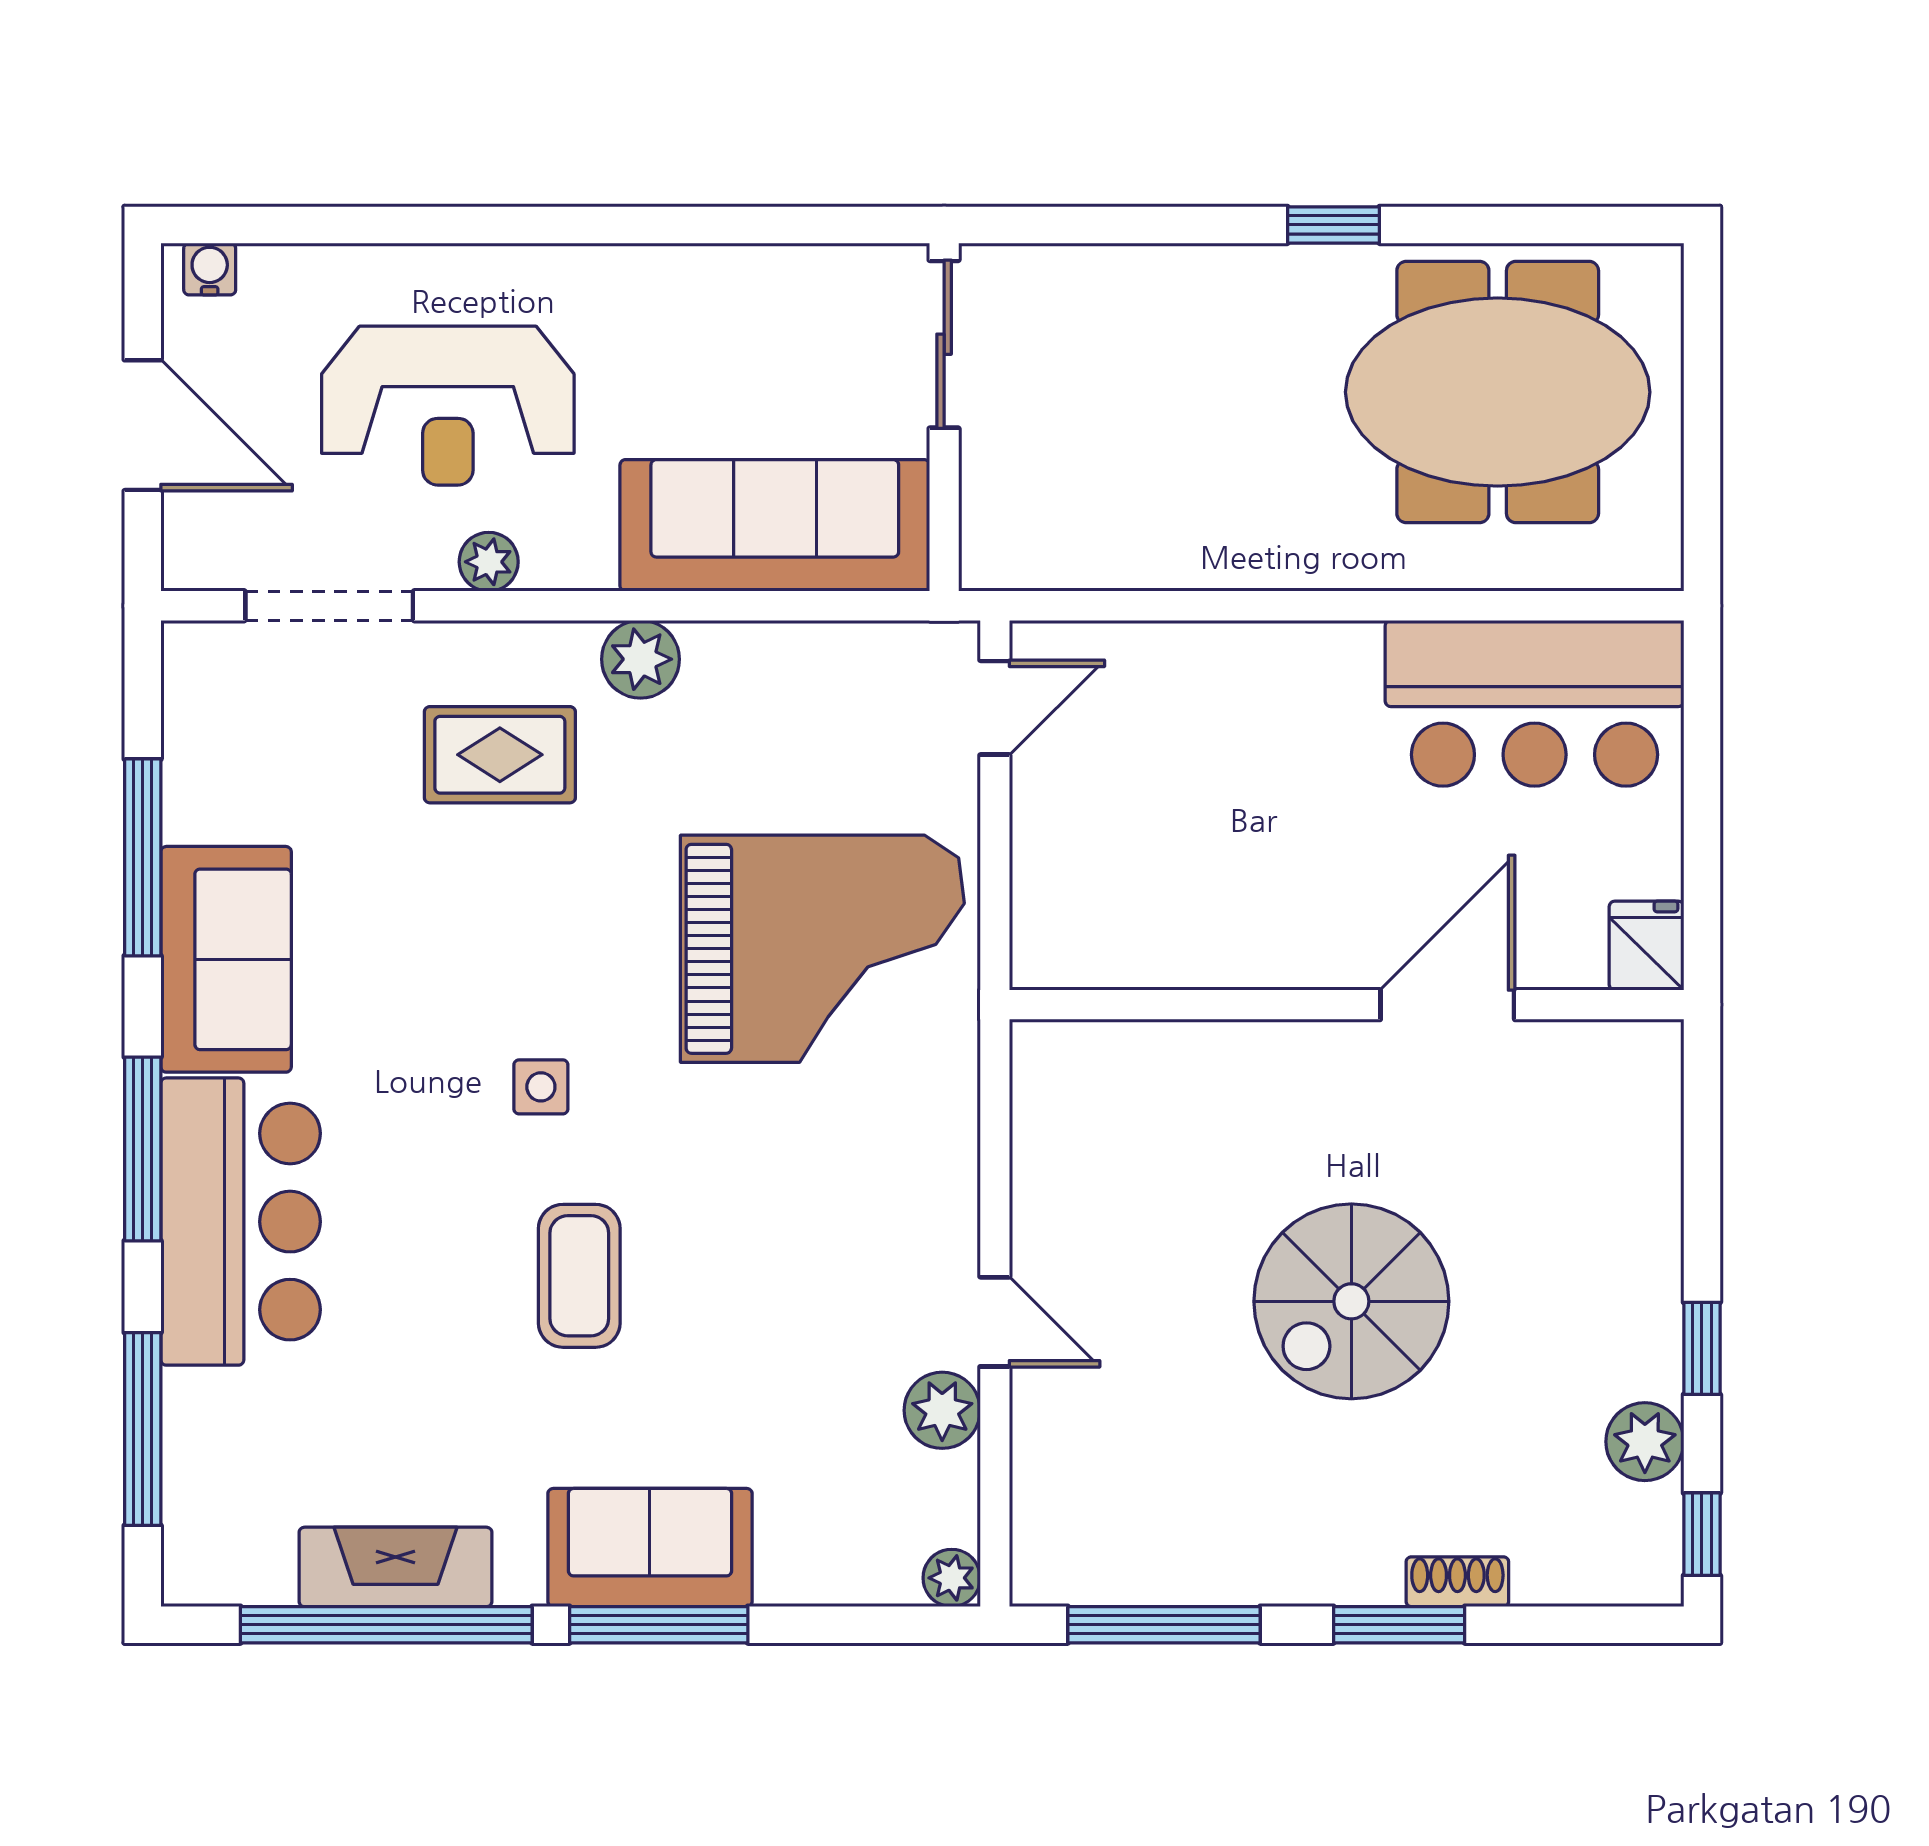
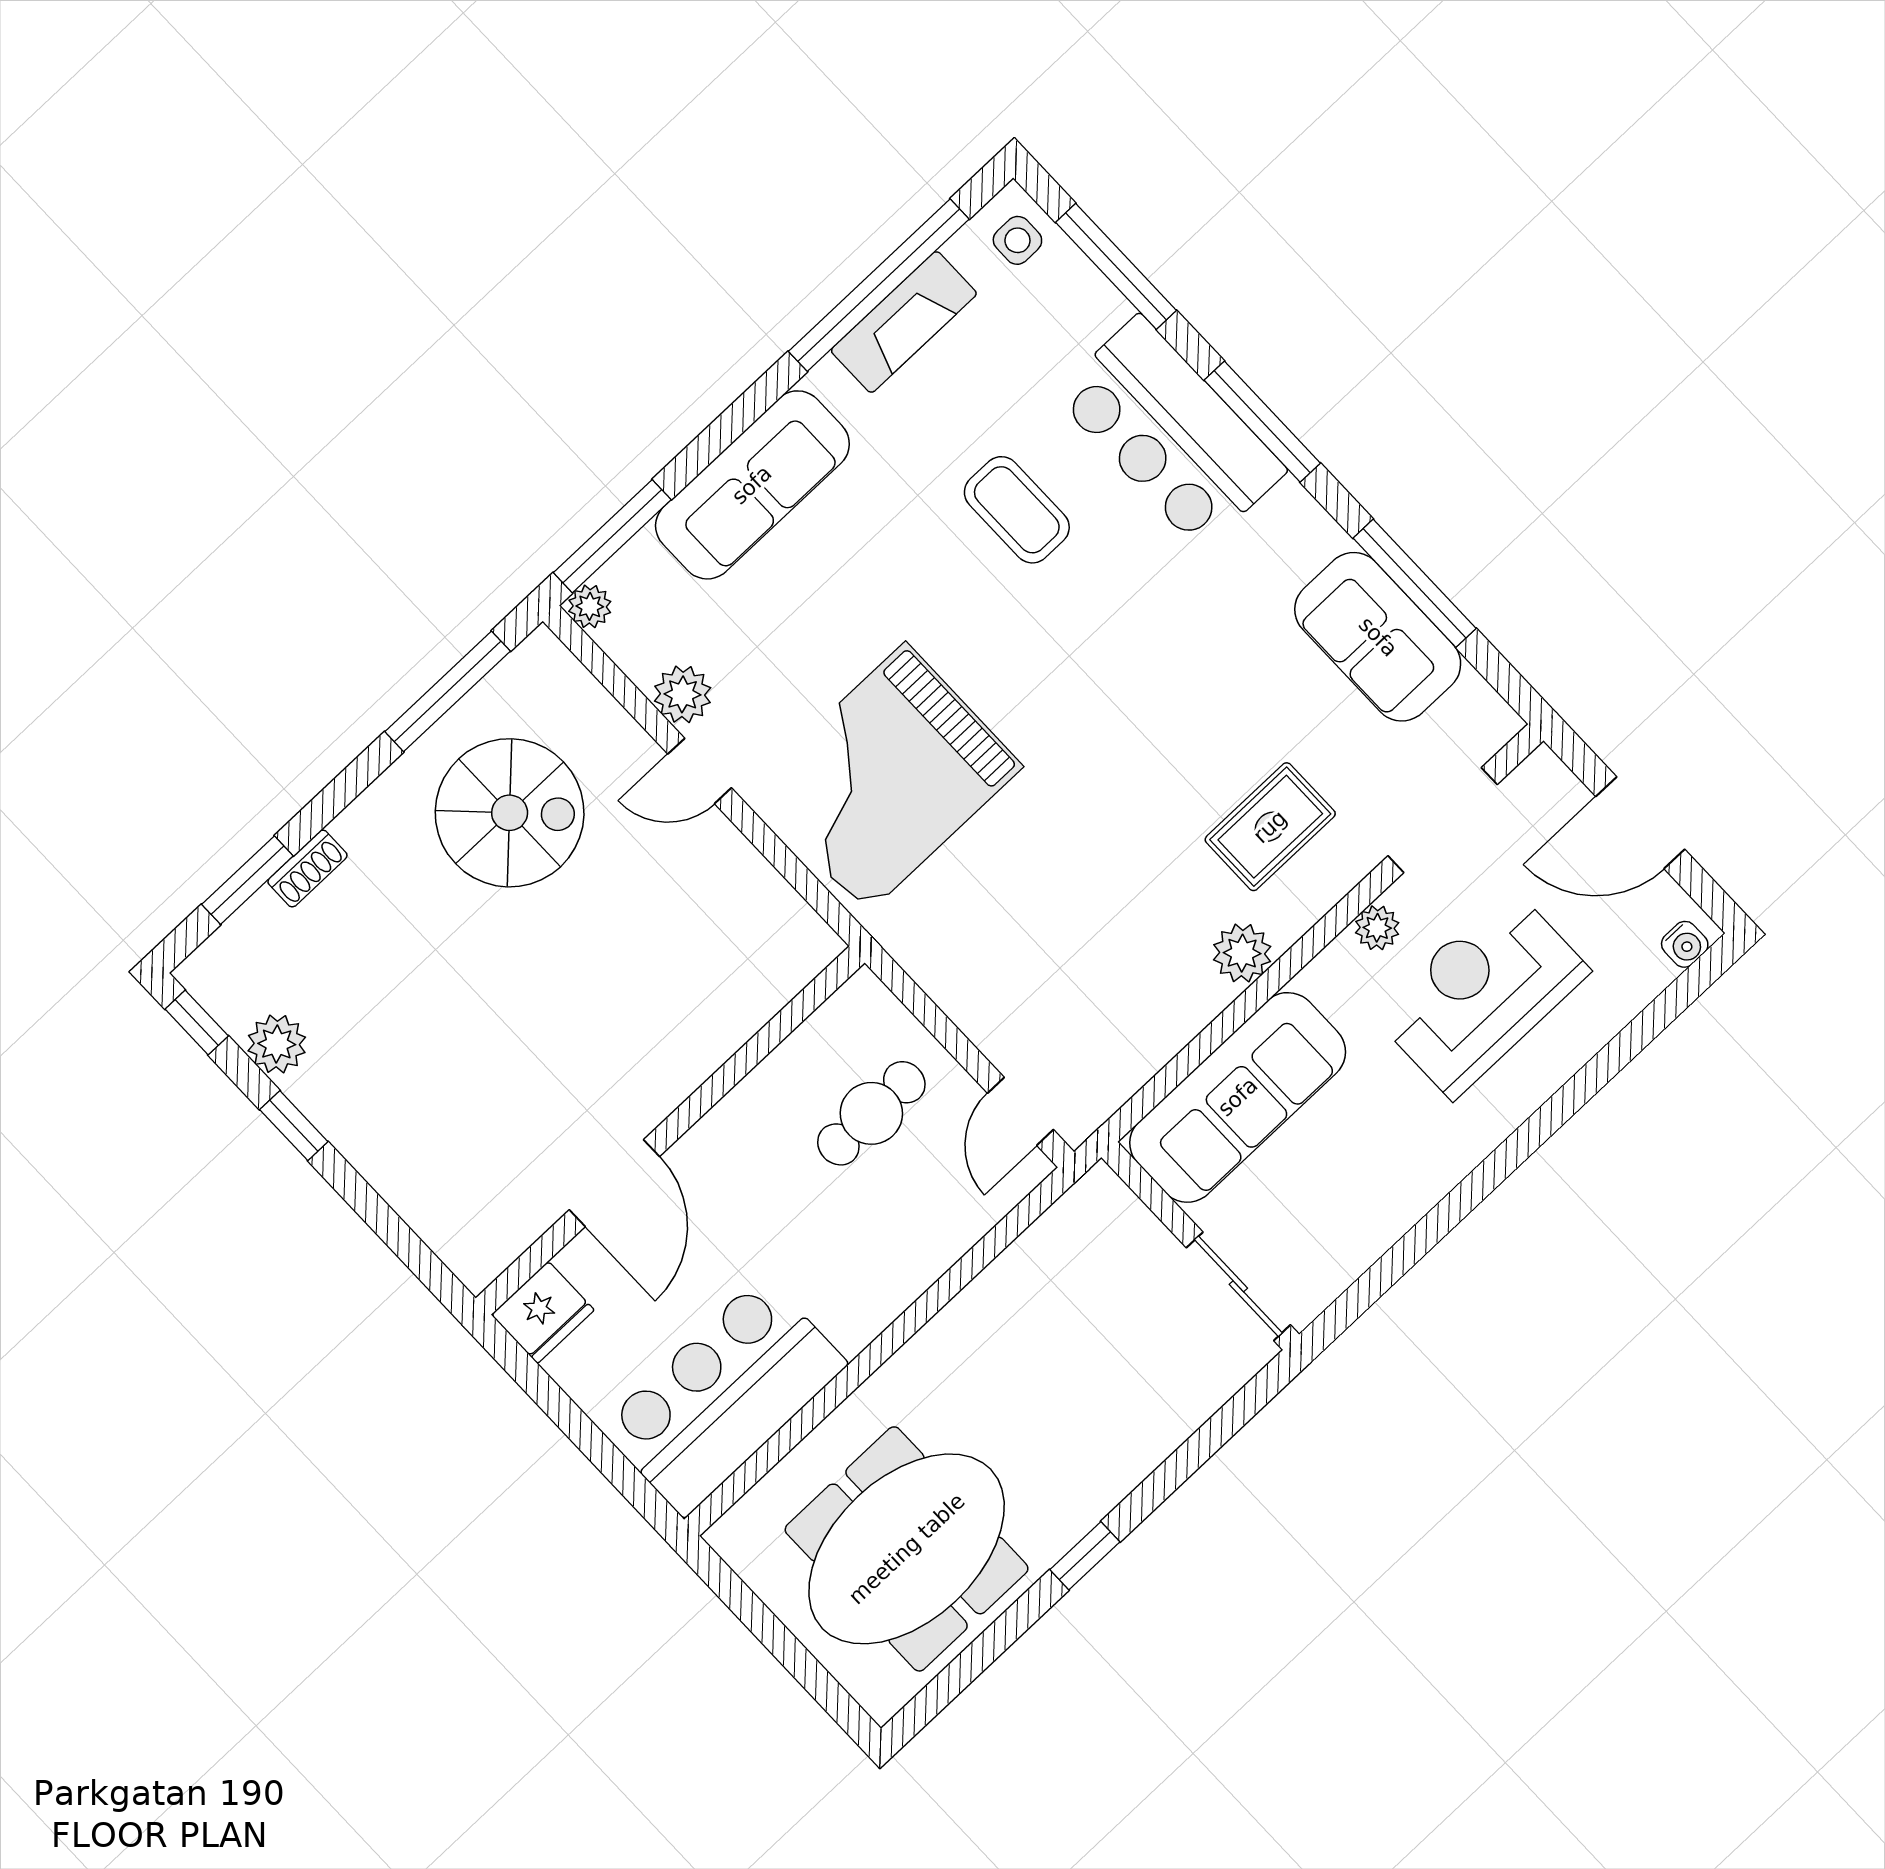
cafe table: (1139, 840) -> (871, 1113), added
fridge: (1647, 946) -> (543, 1312), width x1.38
grand piano: (822, 949) -> (886, 778), moved
sofa: (226, 959) -> (1378, 637), moved
side table: (541, 1087) -> (1017, 240), moved
coffee table: (579, 1276) -> (1017, 510), moved
spiral stairs: (1351, 1301) -> (510, 813), moved, turned 90
sofa: (650, 1548) -> (752, 485), width x1.36
window: (659, 1625) -> (612, 536), moved
window: (1399, 1625) -> (247, 880), moved

